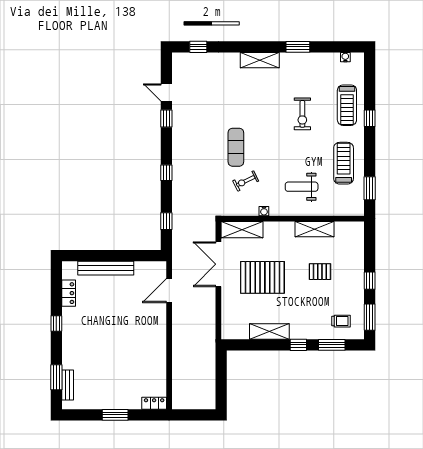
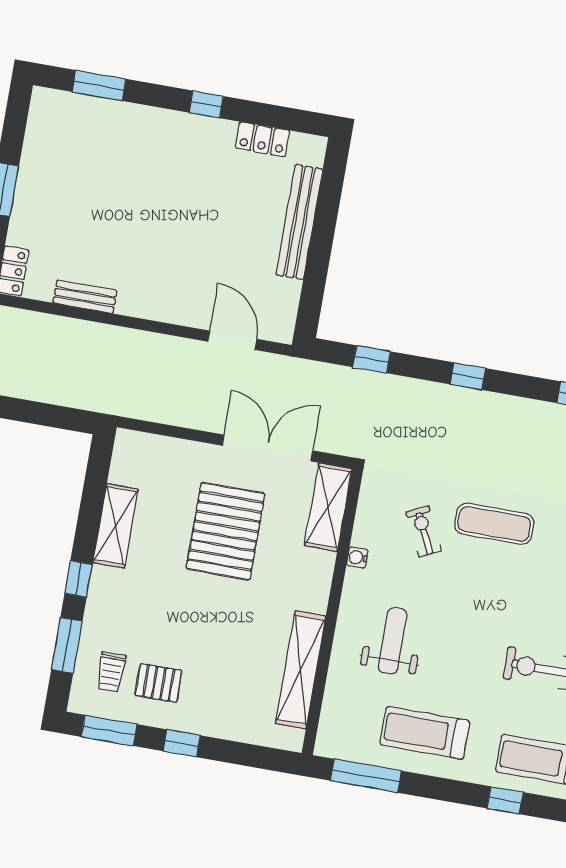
treadmill: (344, 163) -> (425, 733), turned 180
window: (370, 188) -> (366, 776), width x1.44
shelving: (315, 229) -> (301, 670), width x1.47
pallet: (320, 272) -> (159, 683), moved, turned 90
bench: (68, 385) -> (85, 297), moved

